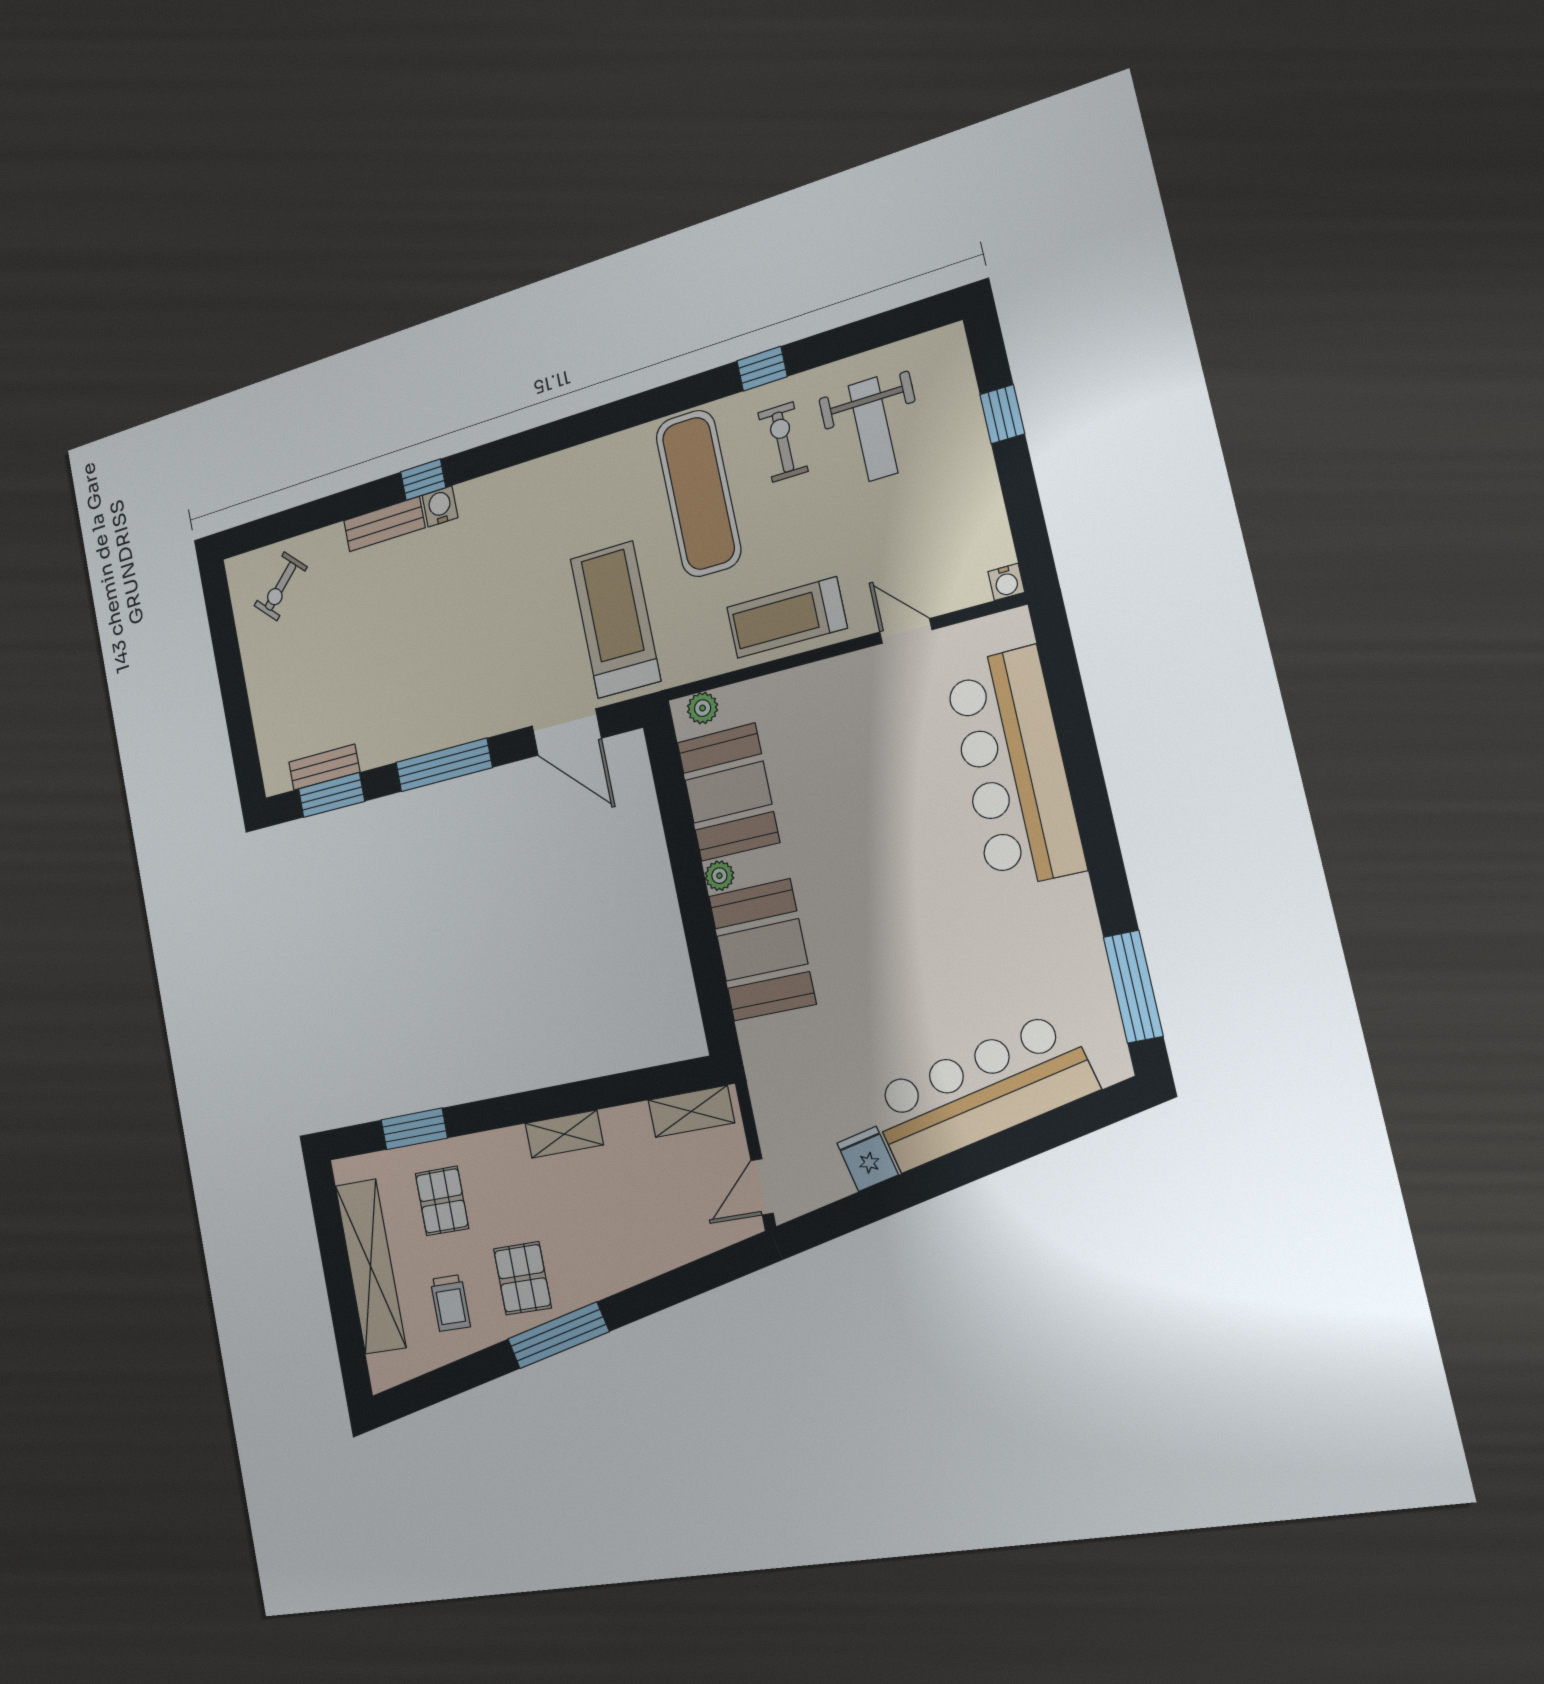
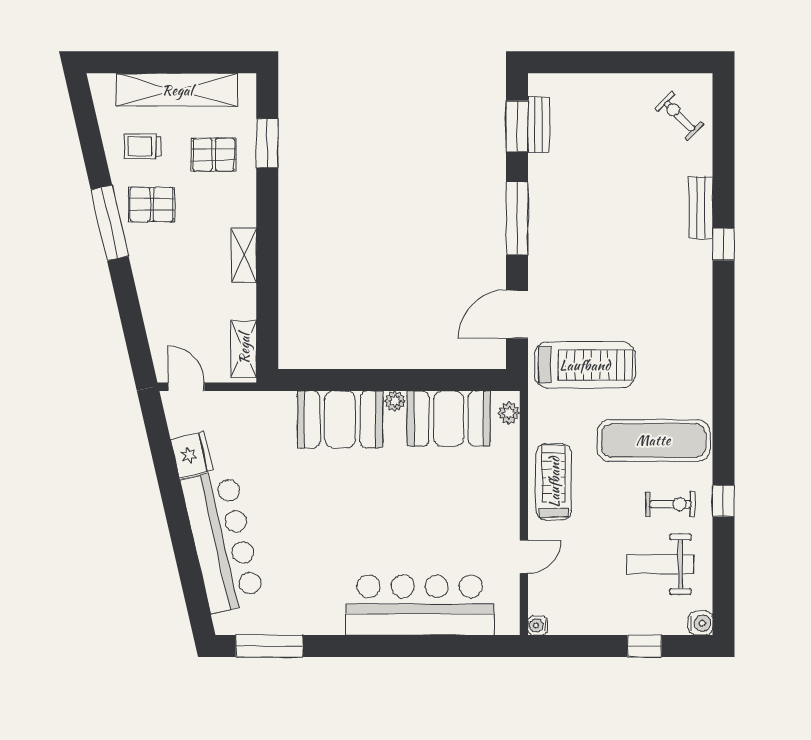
water cooler: (440, 506) -> (701, 623), moved
fridge: (867, 1159) -> (191, 455), width x1.38

